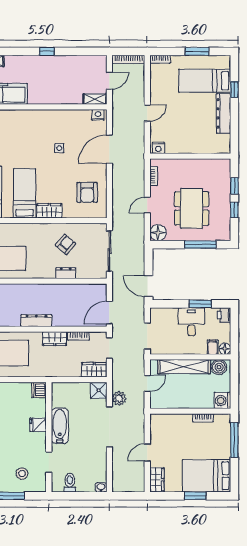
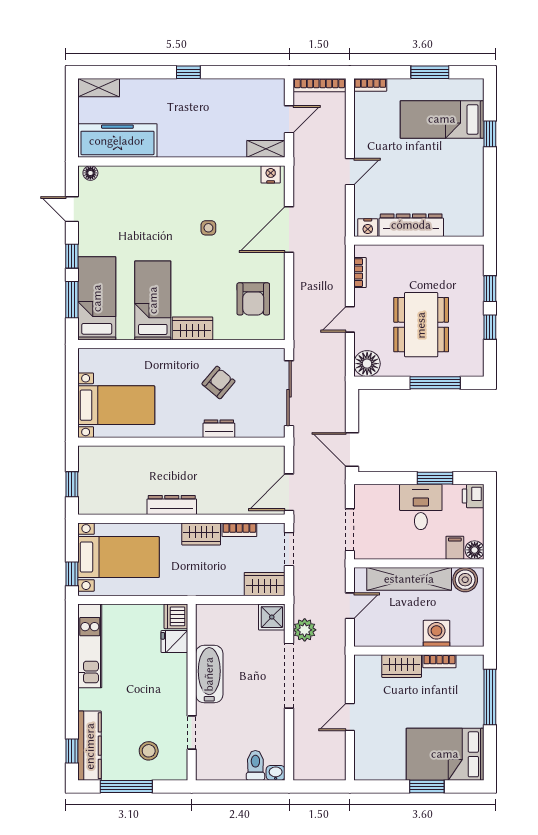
dresser: (223, 113) -> (411, 225), moved, turned 90
washing machine: (222, 401) -> (436, 633), moved, turned 90
fridge: (38, 425) -> (174, 642), moved
wardrobe: (157, 480) -> (402, 666), moved, turned 90
toilet: (70, 483) -> (255, 765), moved

